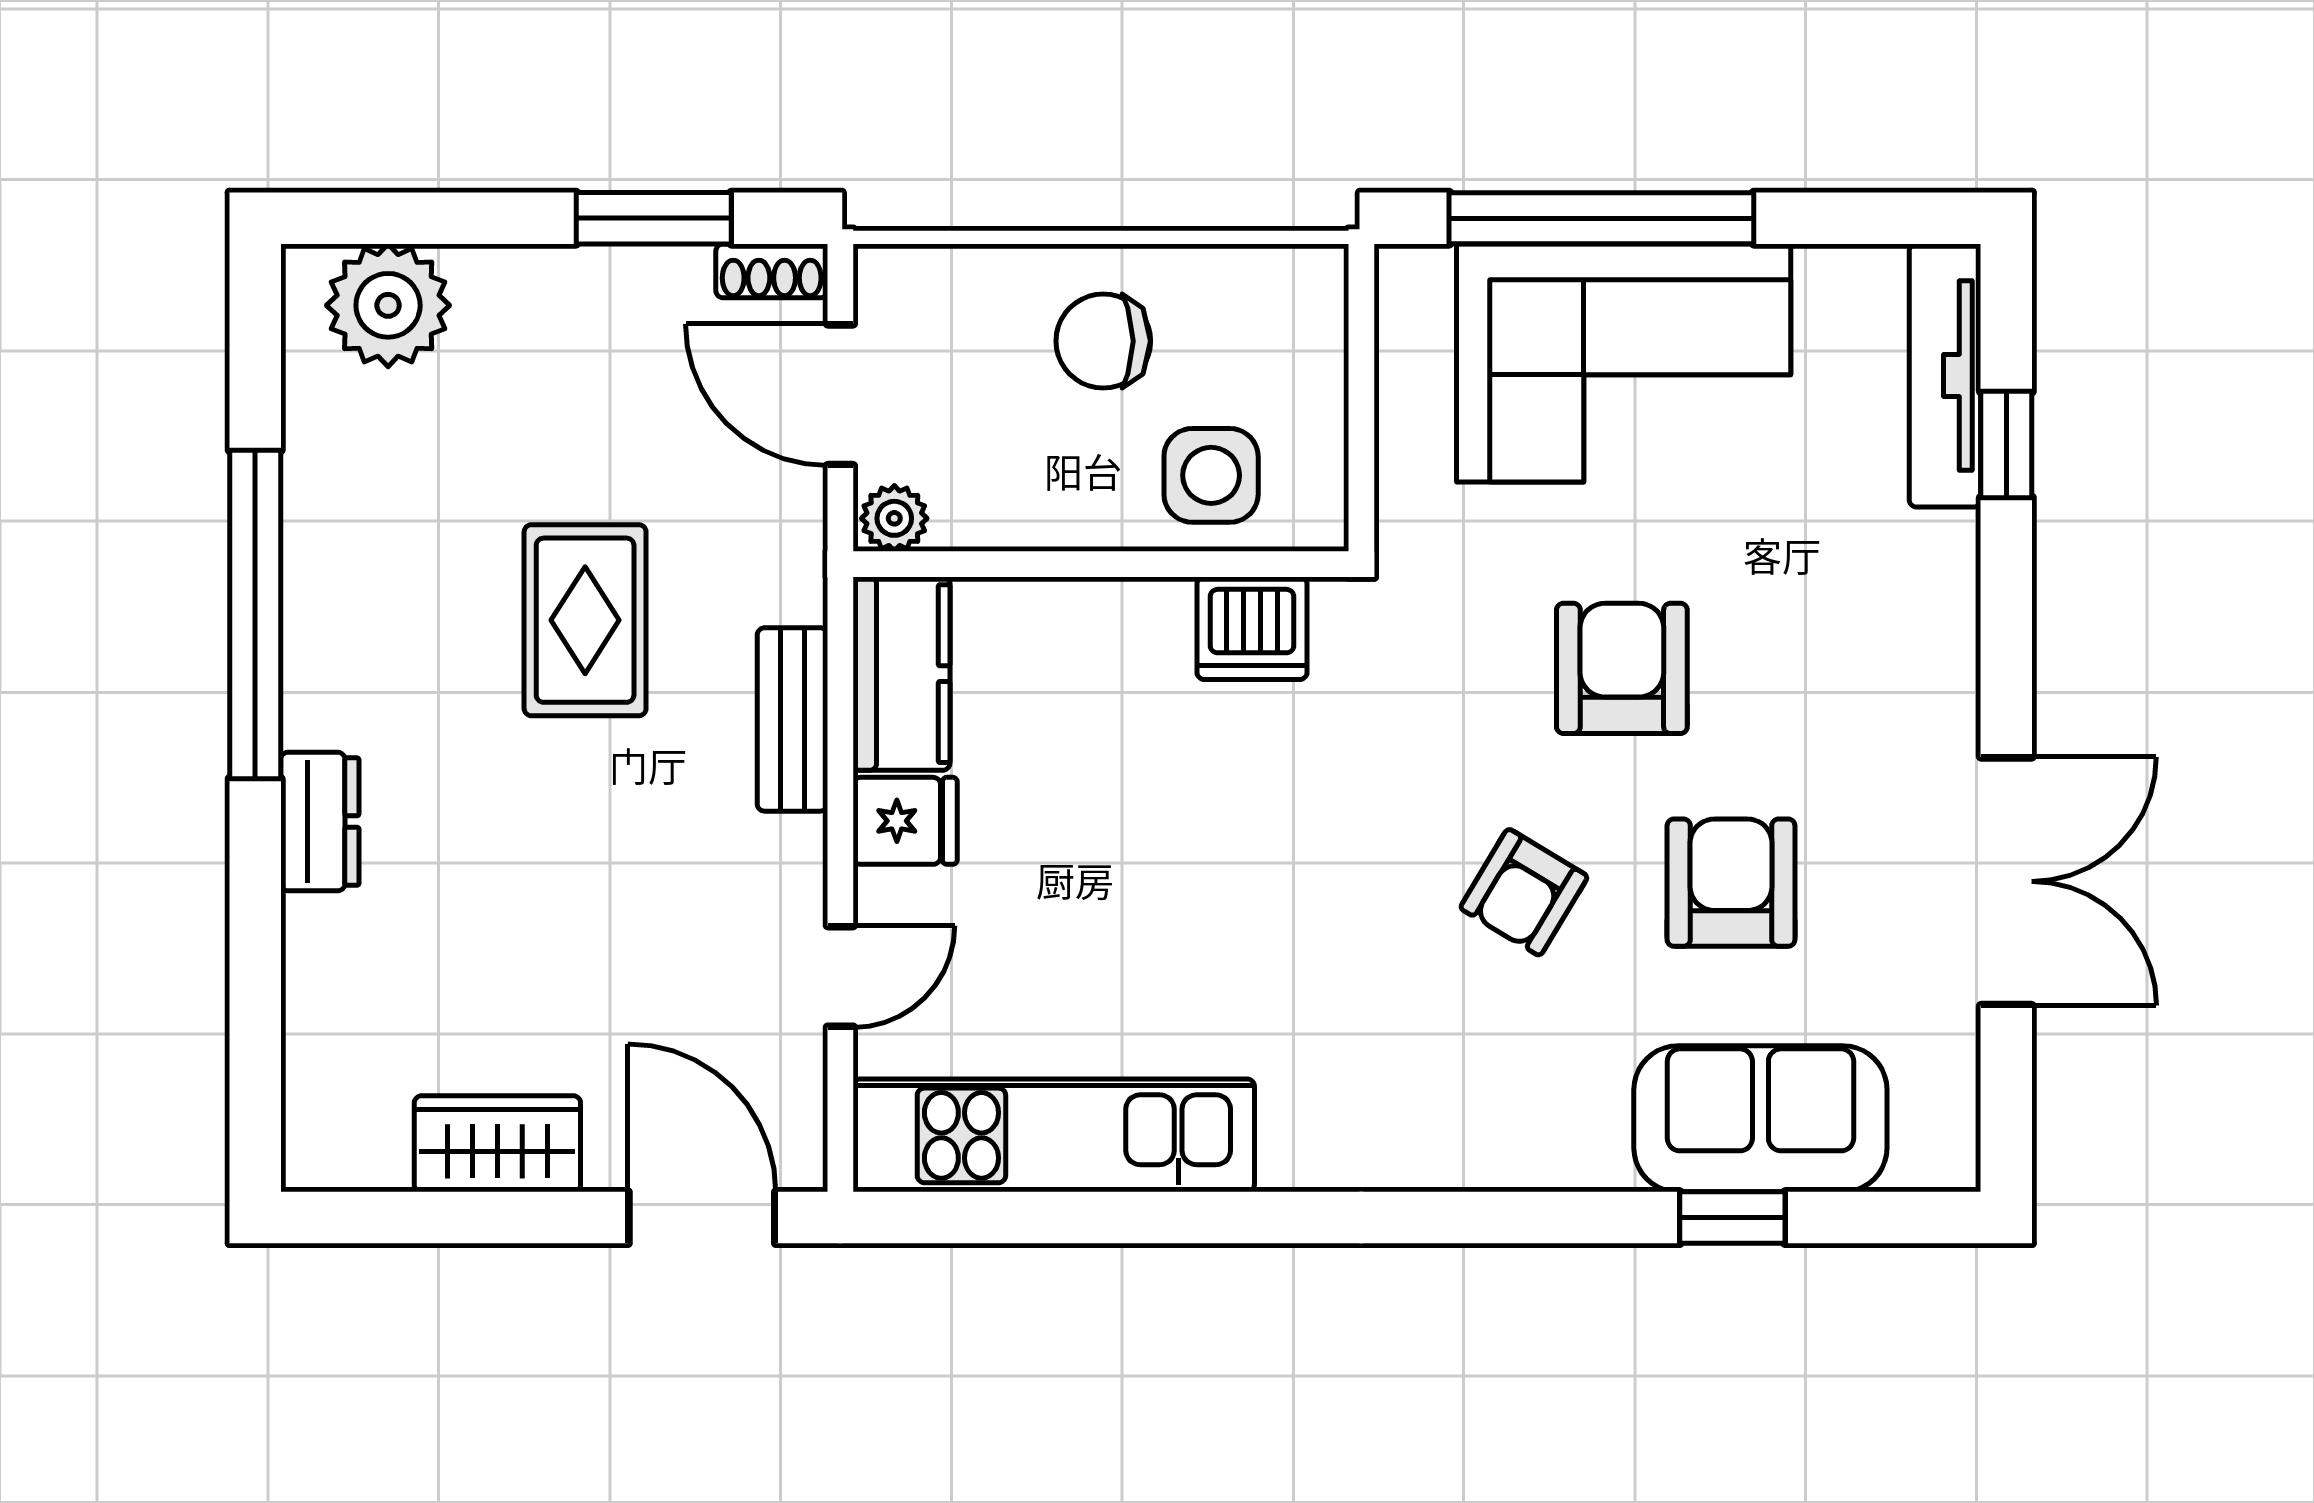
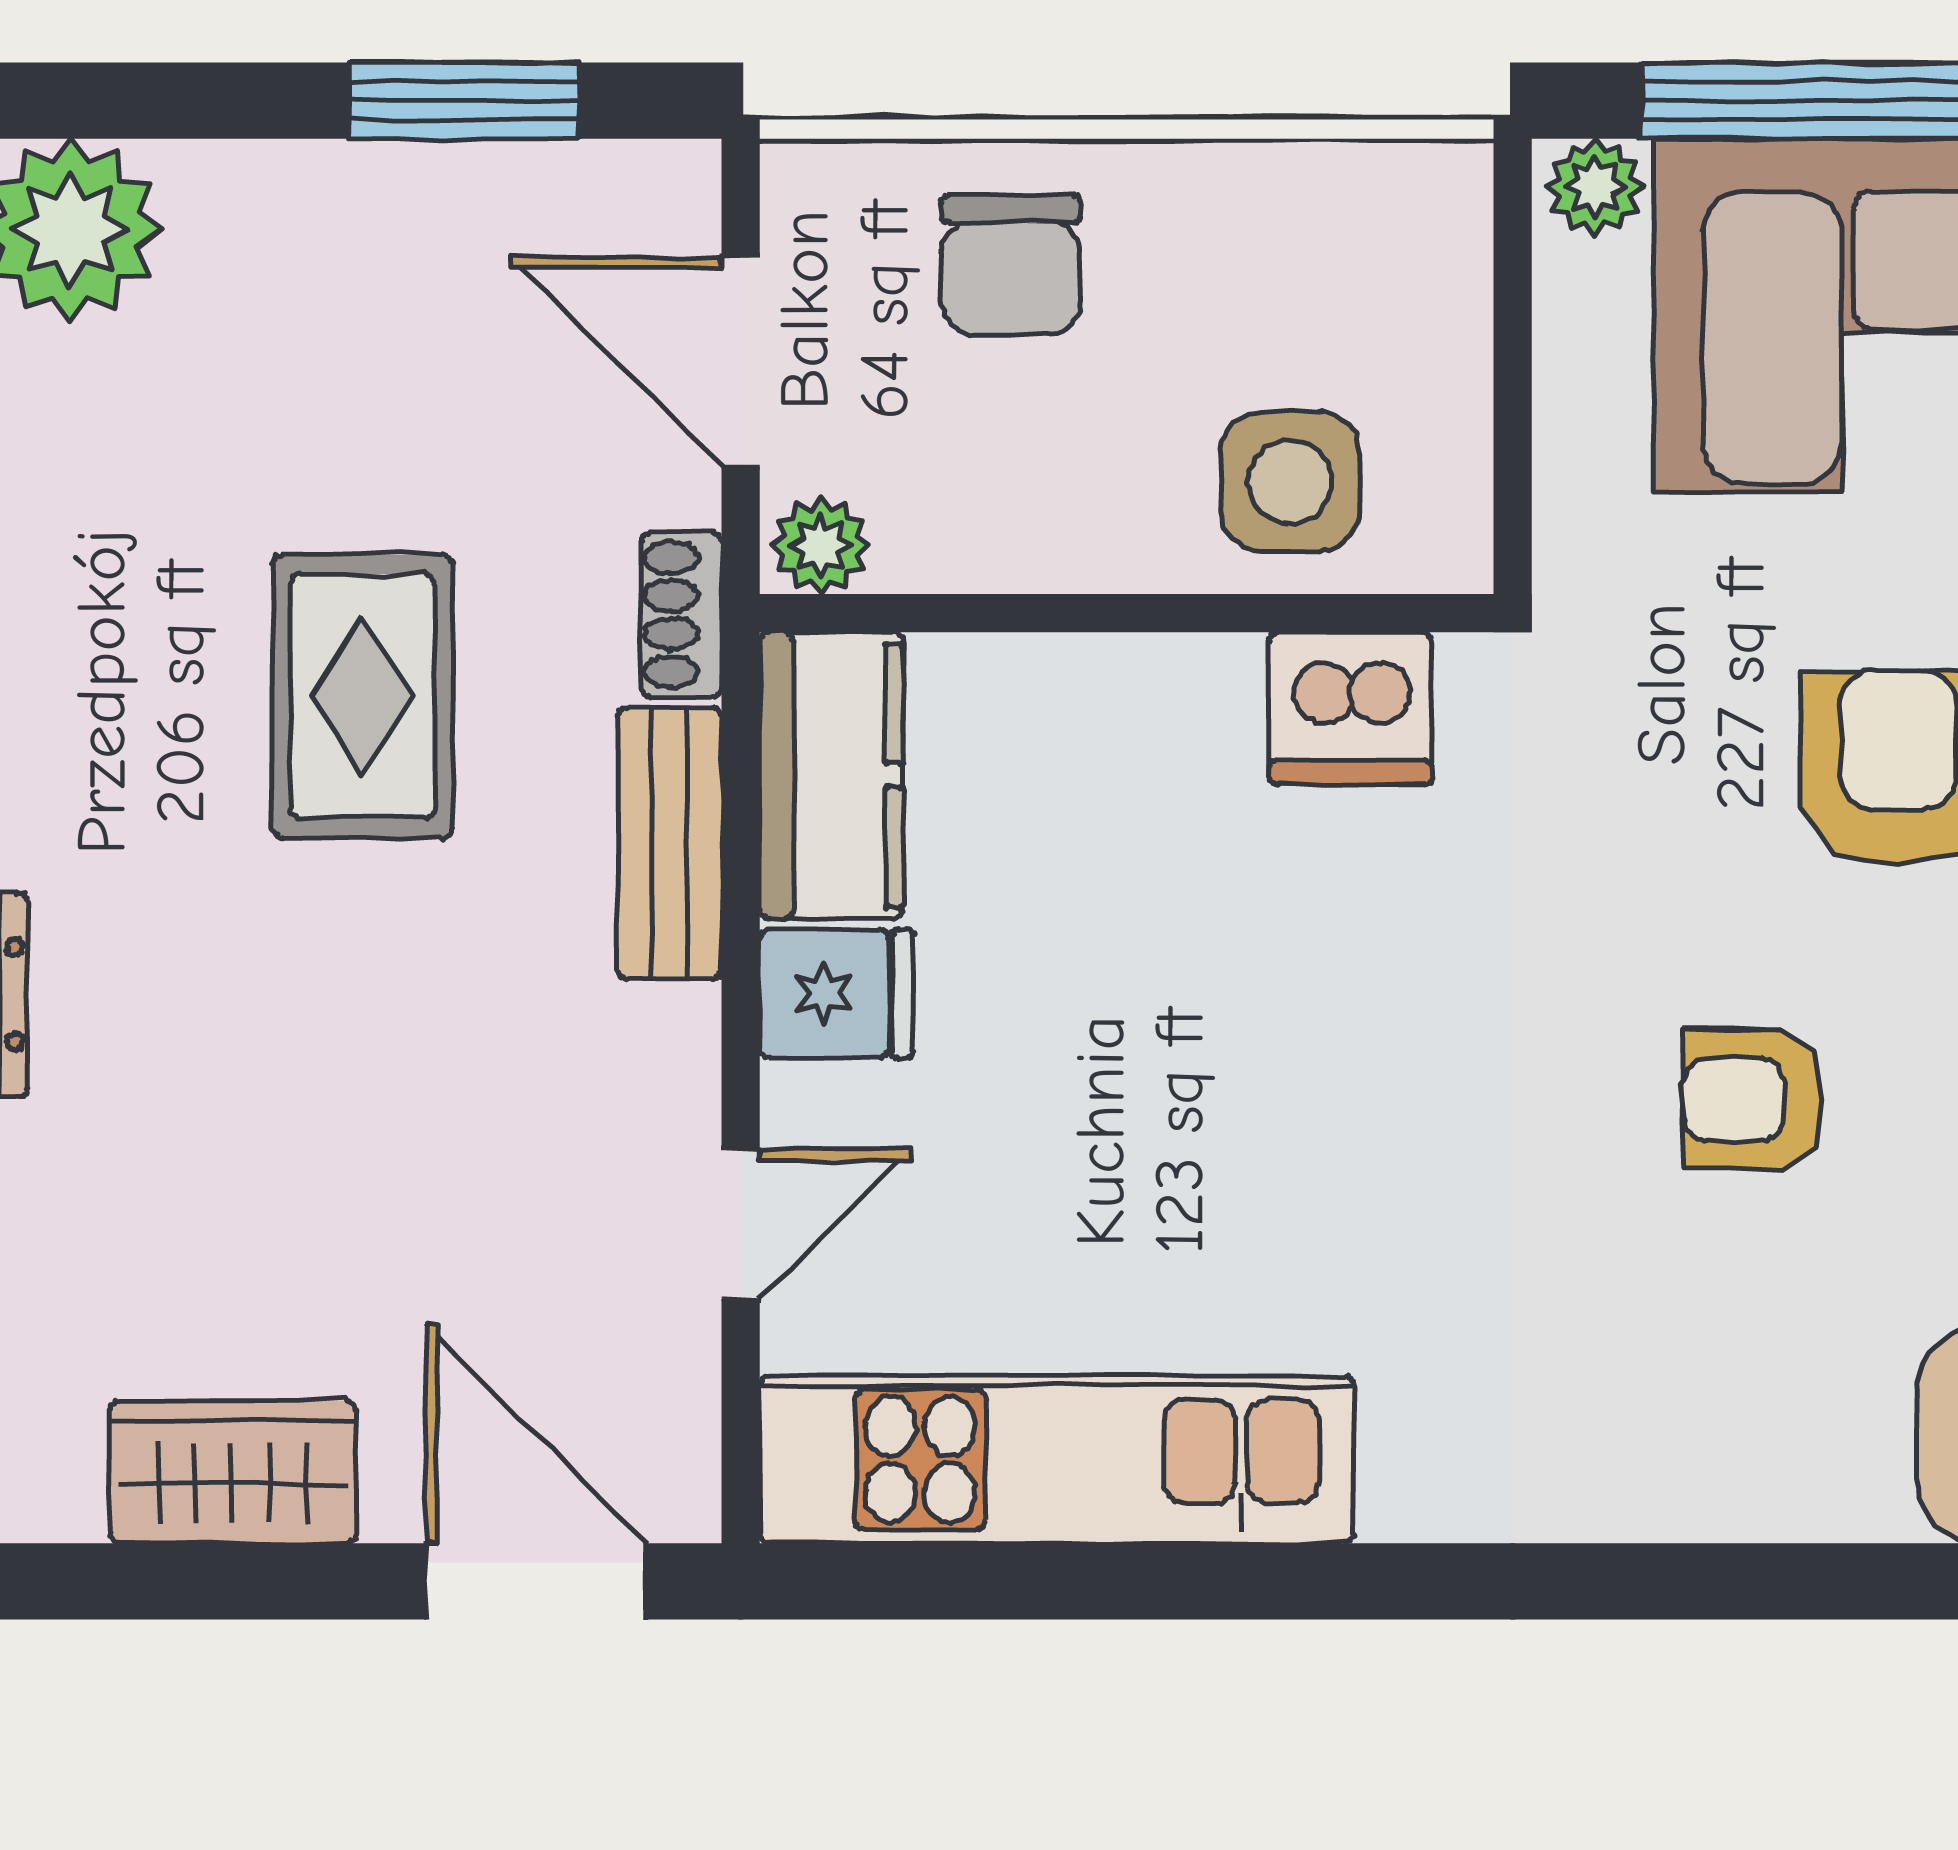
shoe rack: (772, 271) -> (681, 614), moved, turned 90
plant: (1417, 277) -> (1595, 187), added
chair: (1103, 341) -> (1011, 265), moved, turned -90
armchair: (1524, 892) -> (1753, 1099), turned 59

